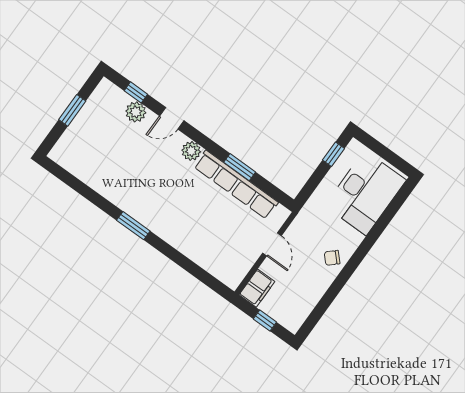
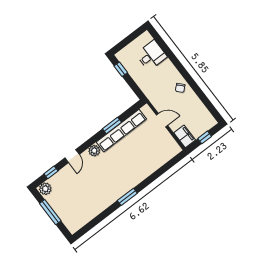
window: (72, 110) -> (50, 212), width x1.44
plant: (136, 112) -> (45, 189), moved
desk: (365, 193) -> (151, 55), width x0.53, depth x0.77

